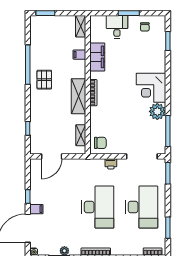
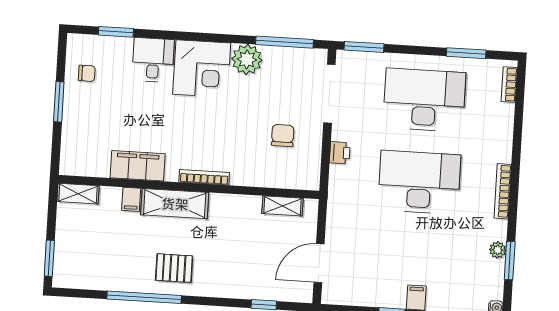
desk: (117, 27) -> (153, 60), moved, turned 90
shelving: (78, 96) -> (175, 204), moved
chair: (100, 143) -> (283, 136), moved
door: (52, 156) -> (319, 263), swing flipped

